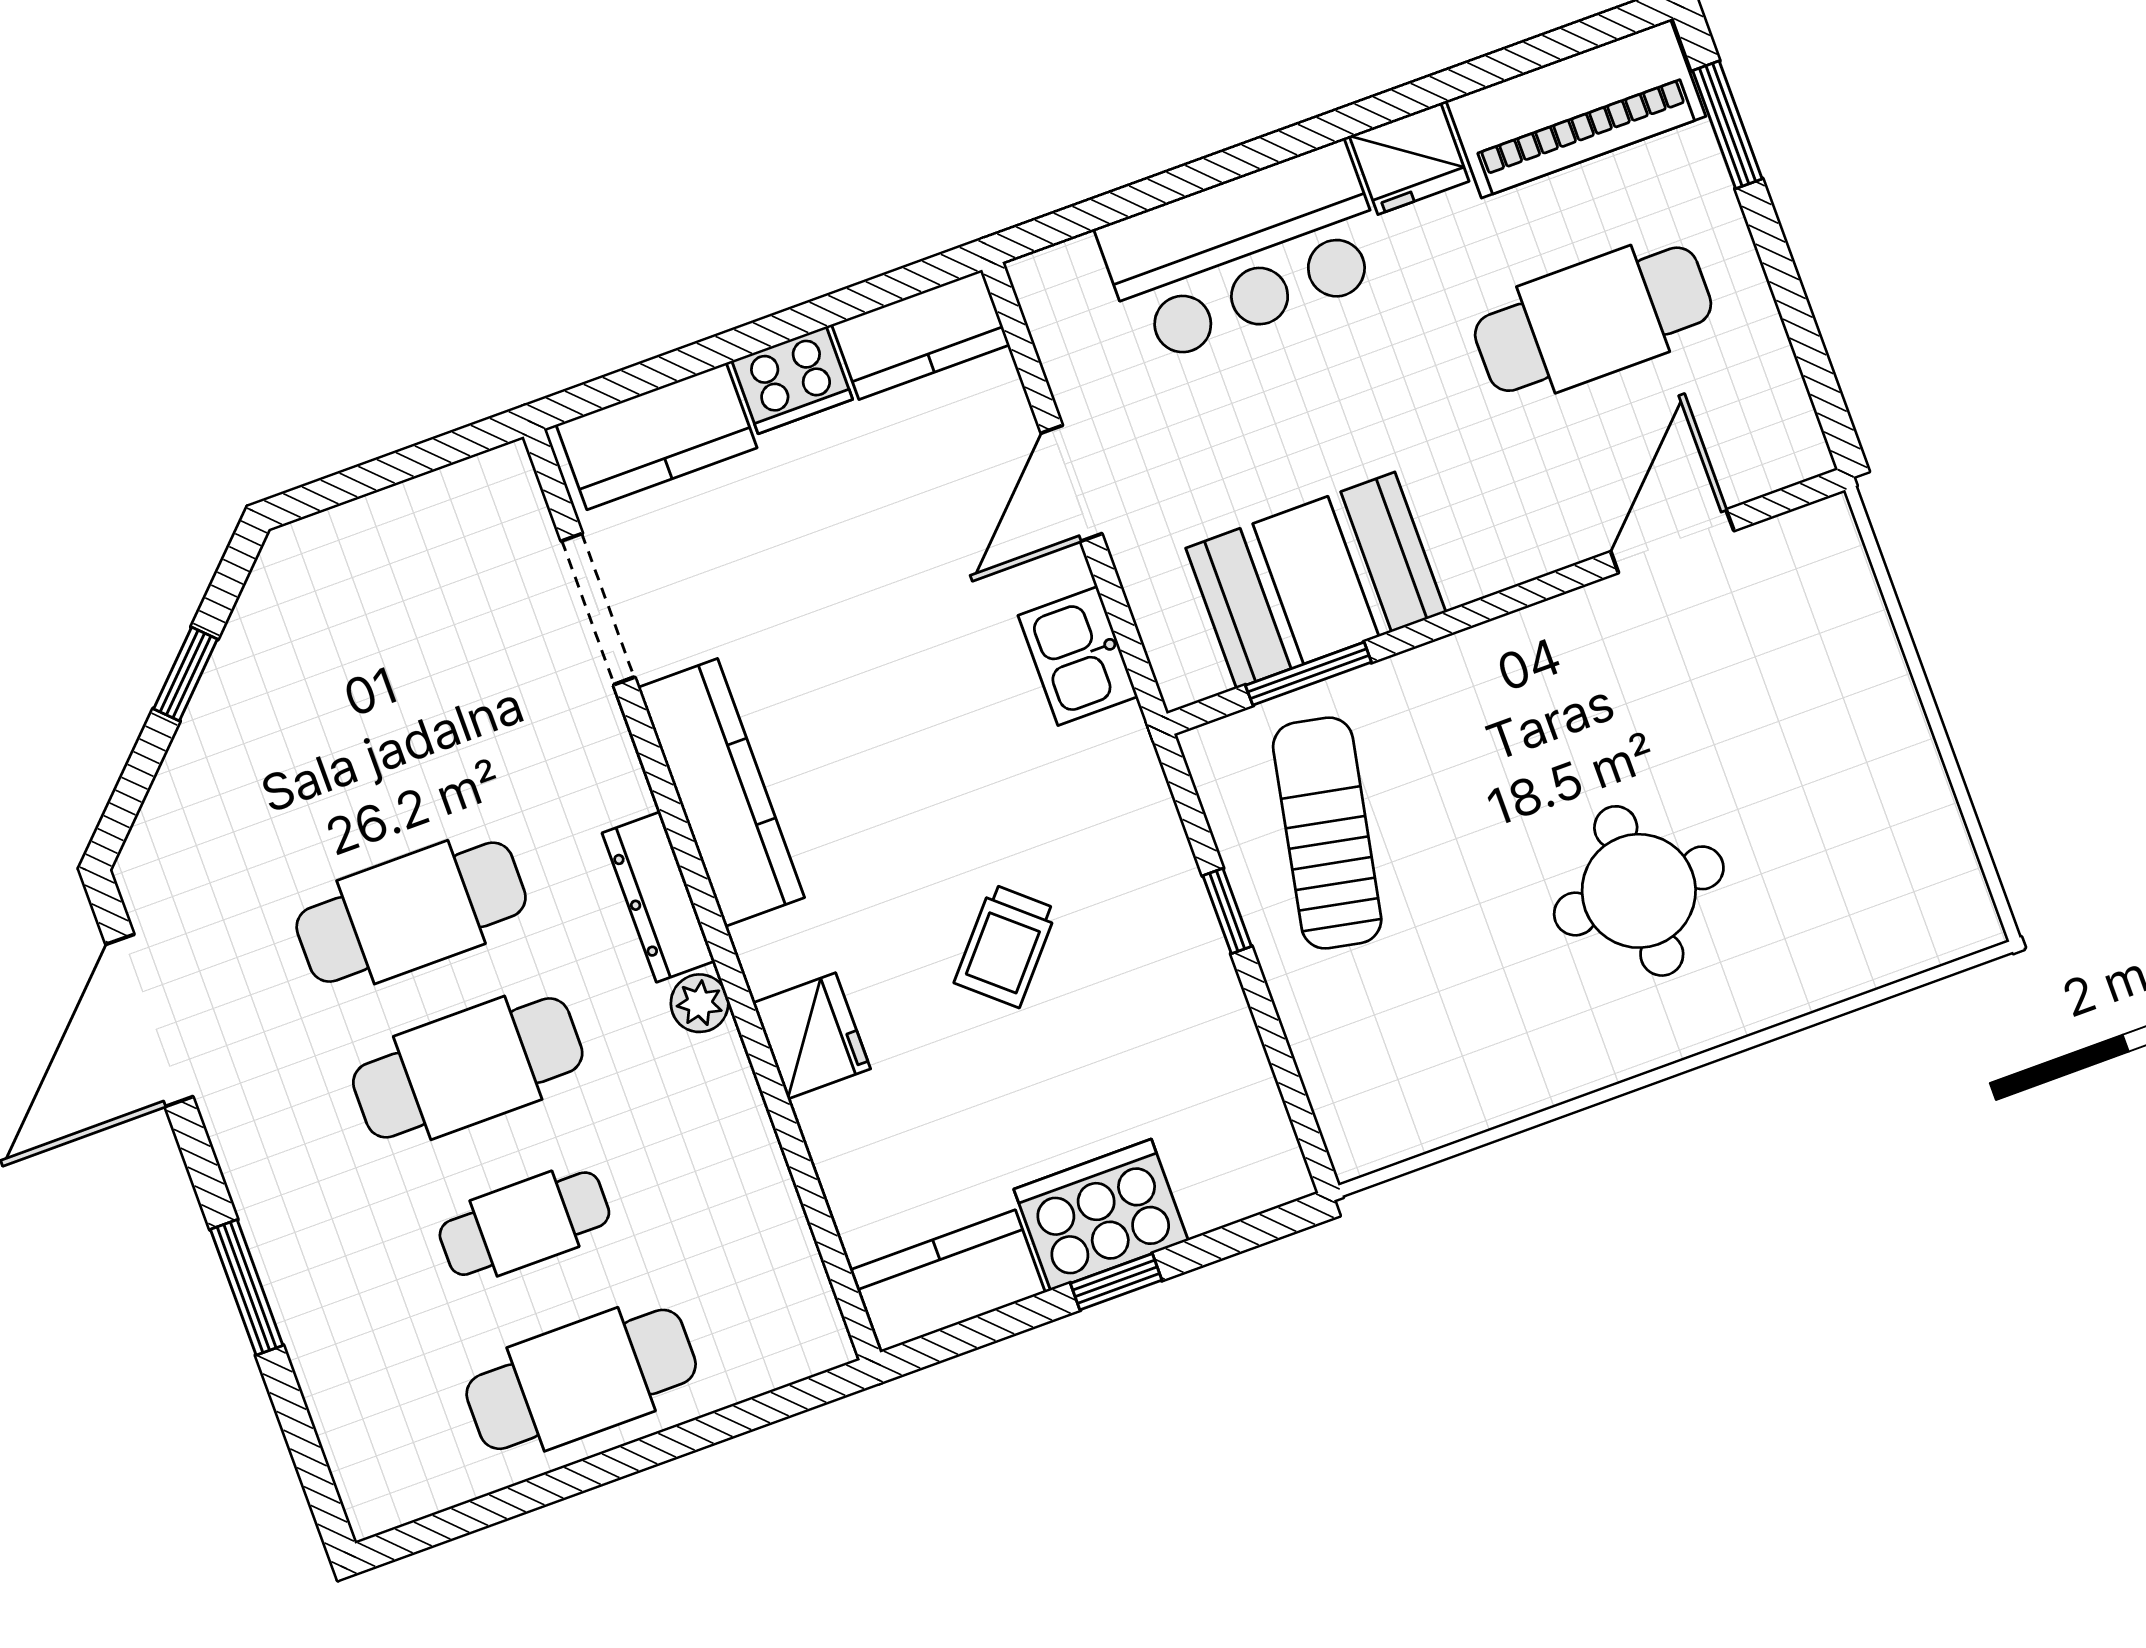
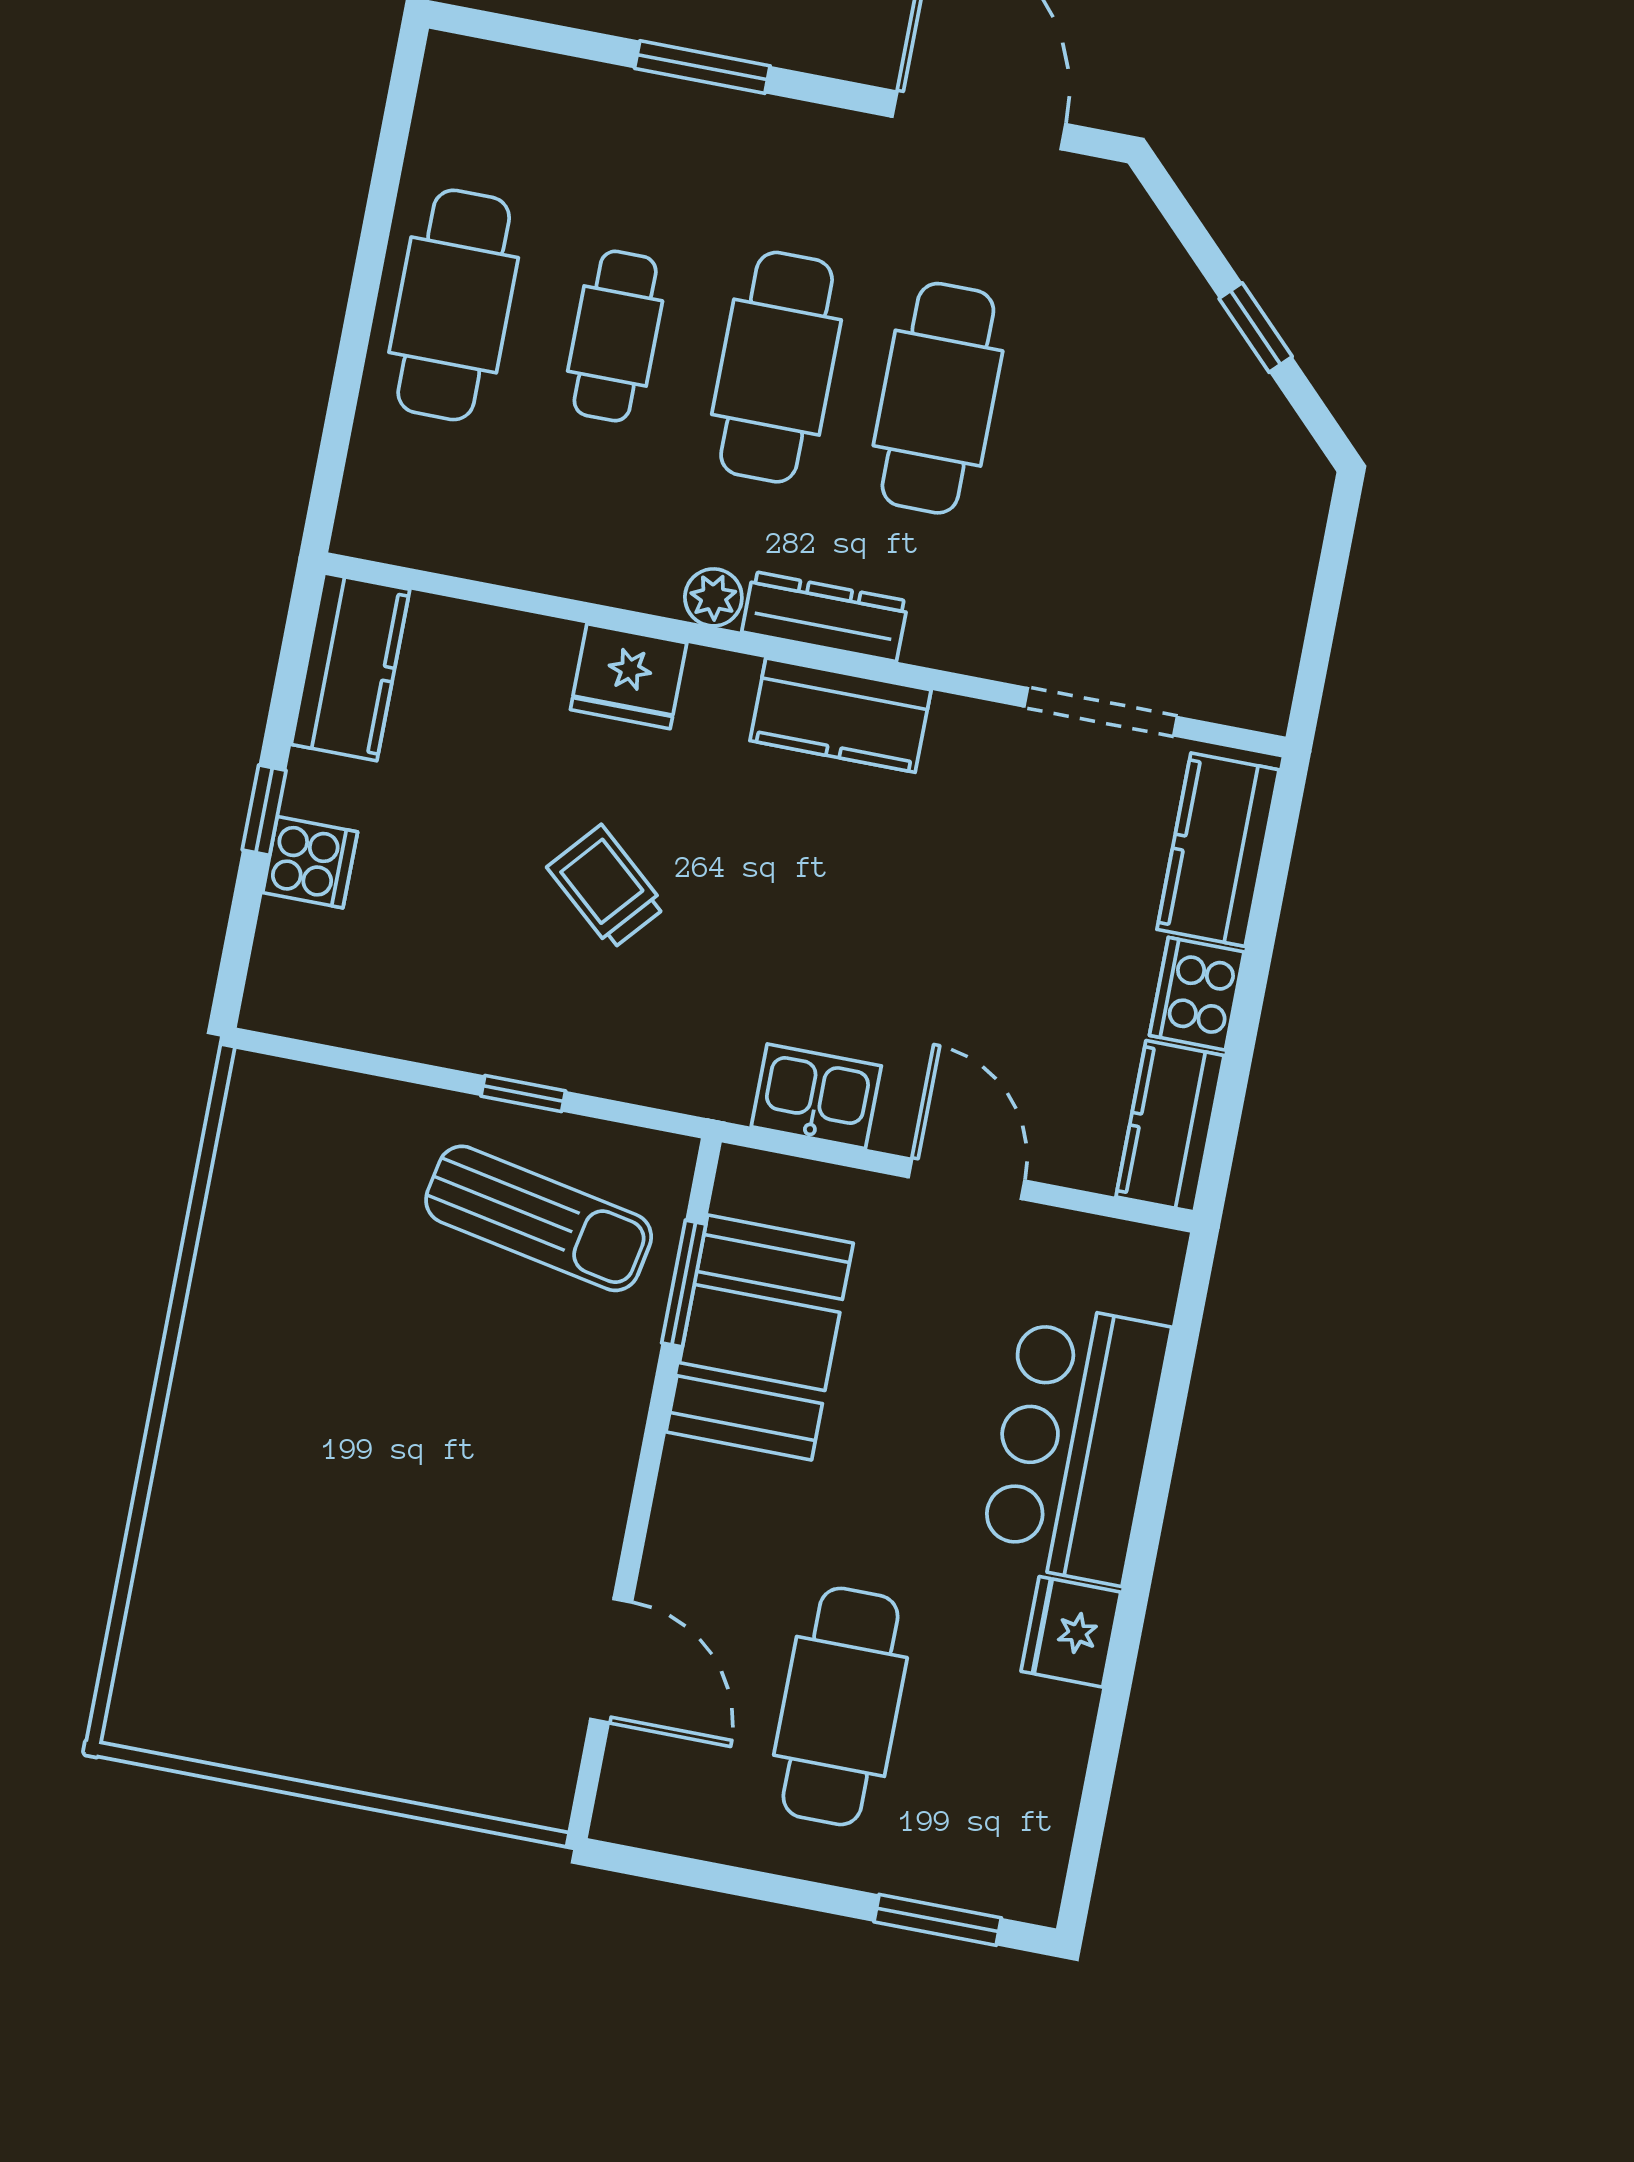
piano: (1576, 109) -> (1029, 1799), removed
kitchen counter: (721, 792) -> (840, 715), width x0.67
round table: (1639, 891) -> (331, 1454), removed
cooker: (1101, 1215) -> (310, 862), width x0.53, depth x0.76

